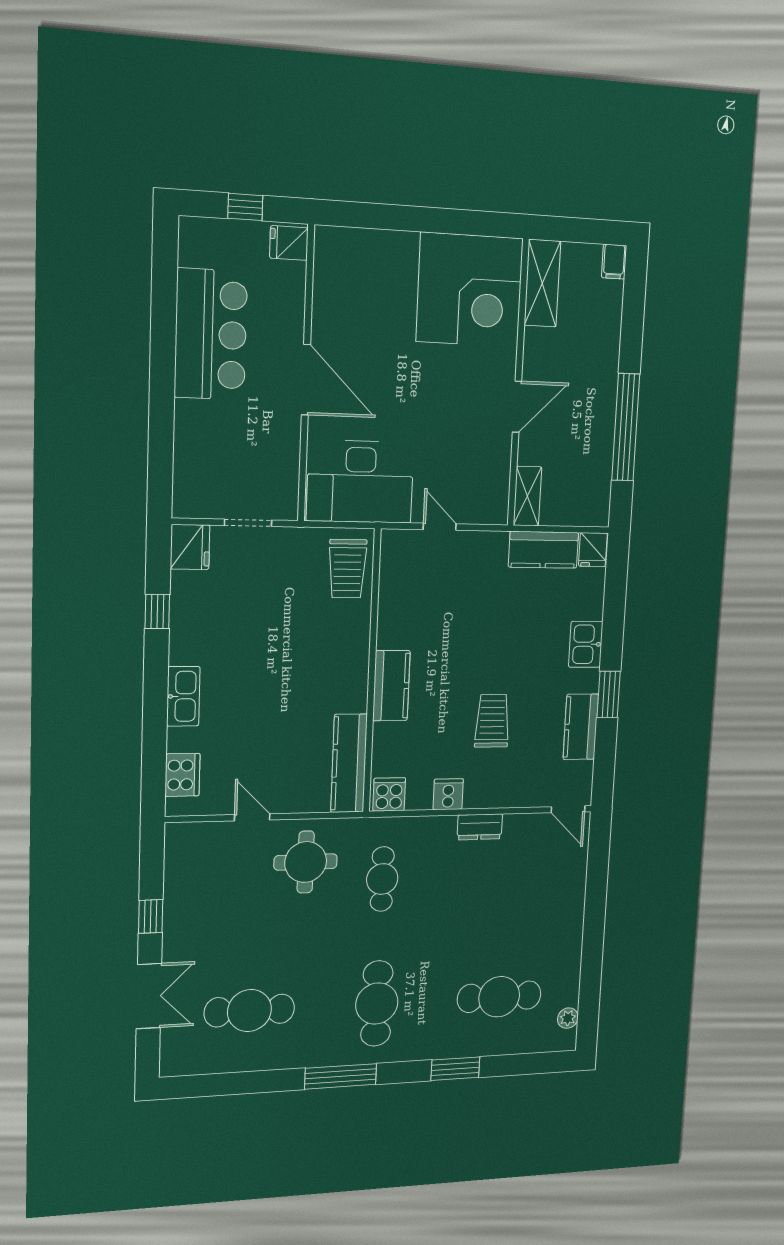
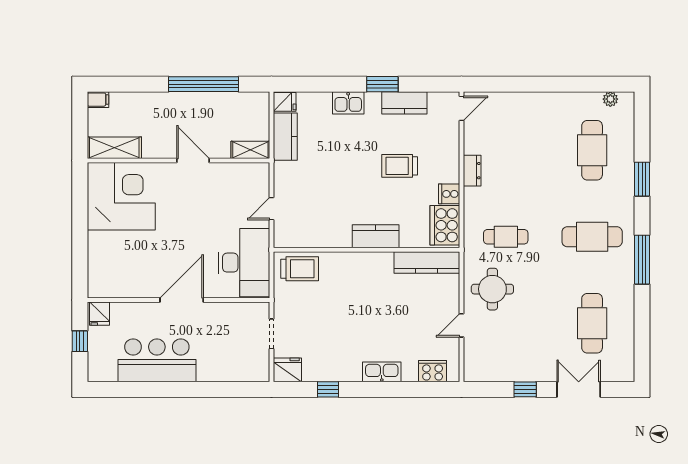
cooker: (389, 795) -> (445, 225), width x1.87, depth x1.31

